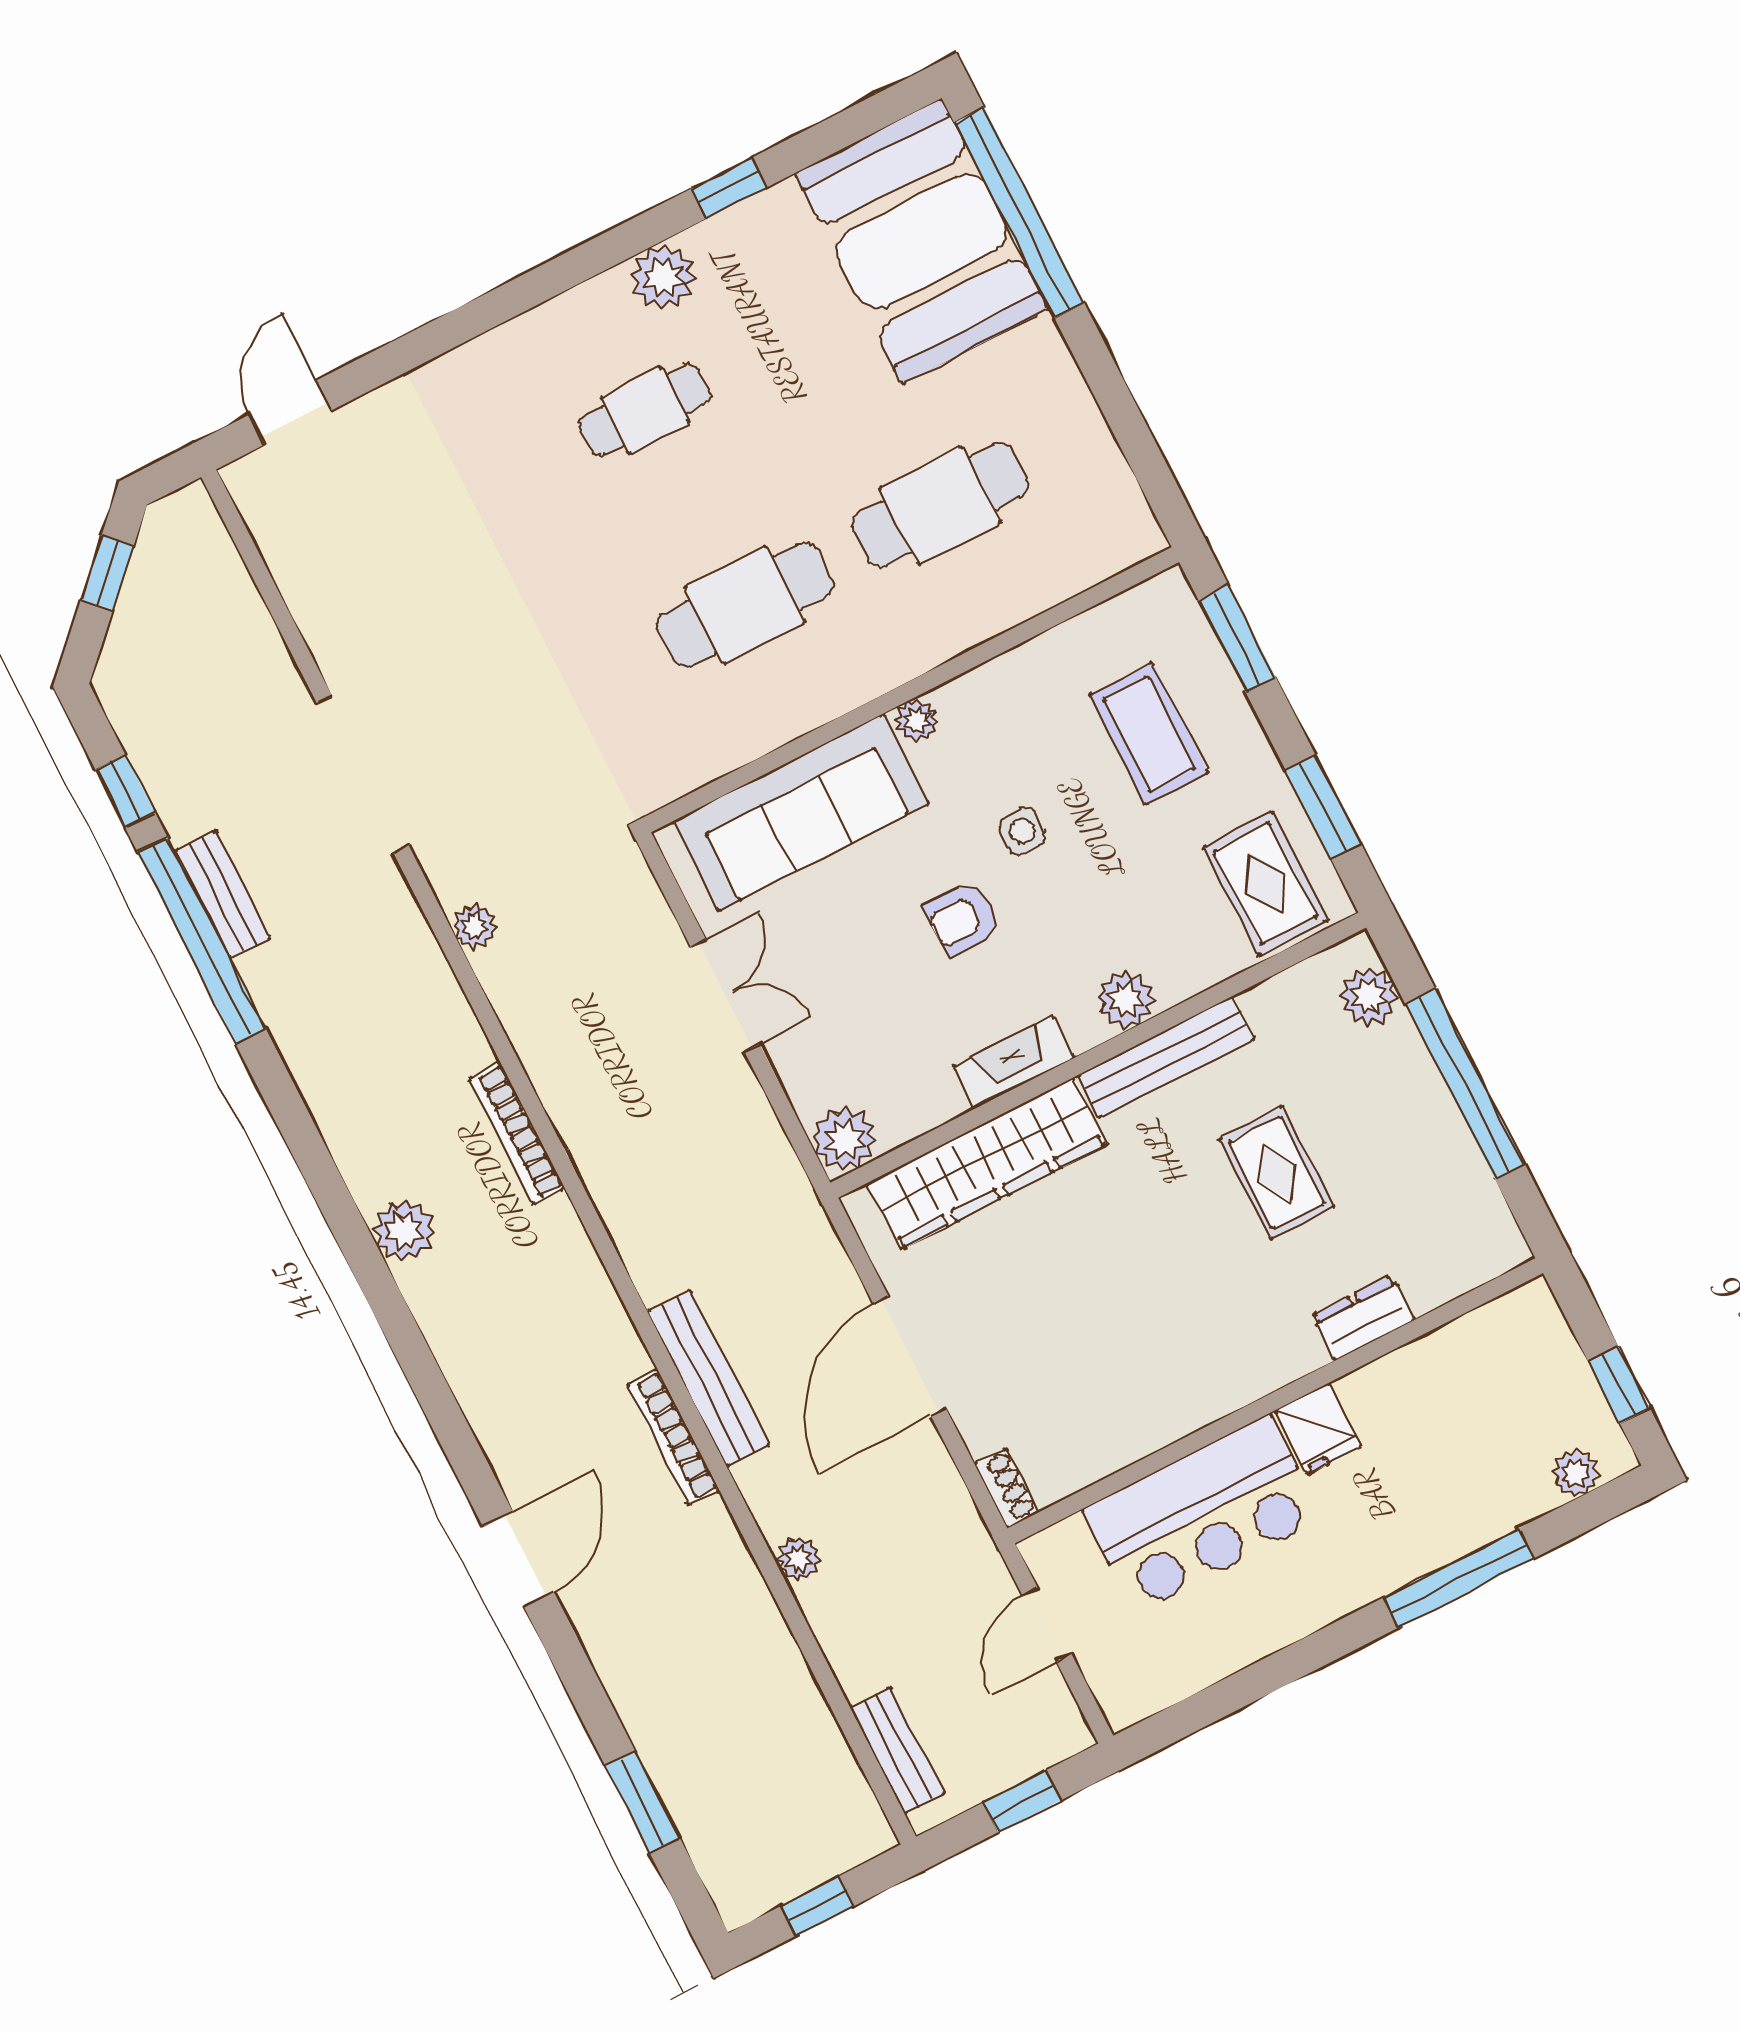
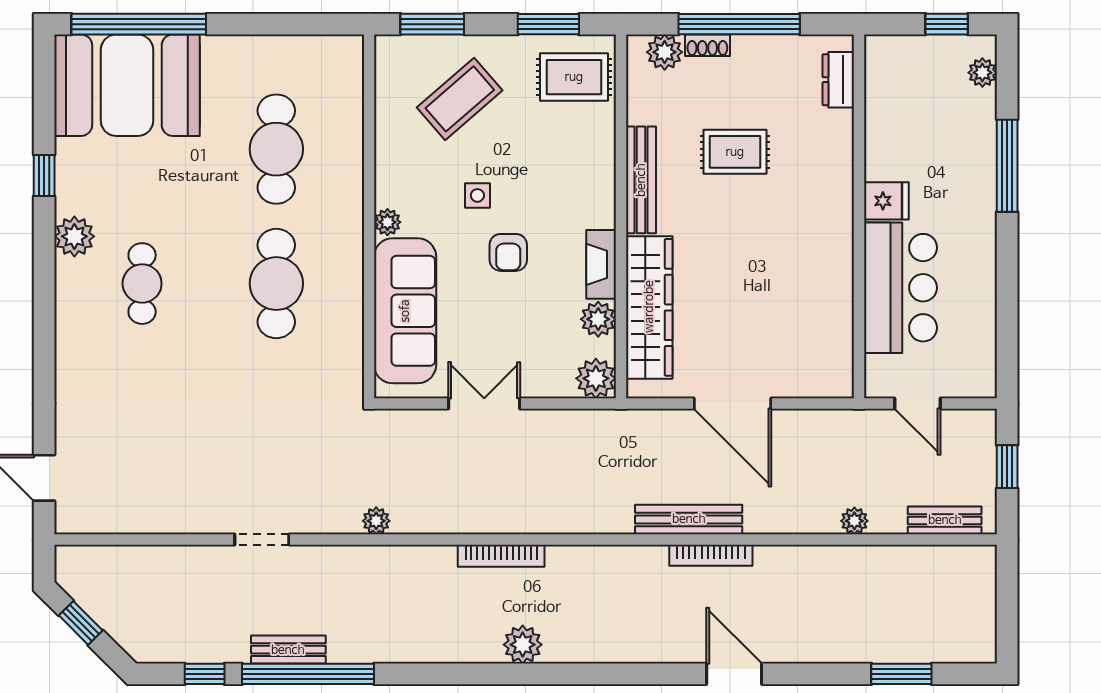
coffee table: (1149, 734) -> (460, 99), turned -41
doorway: (363, 774) -> (262, 540), width x0.53
plant: (1126, 999) -> (598, 319), moved
dresser: (1363, 1318) -> (838, 80), moved
shoe rack: (1006, 1488) -> (707, 45), moved, turned 180
plant: (798, 1559) -> (854, 521), moved
window: (817, 1906) -> (1007, 608), removed

